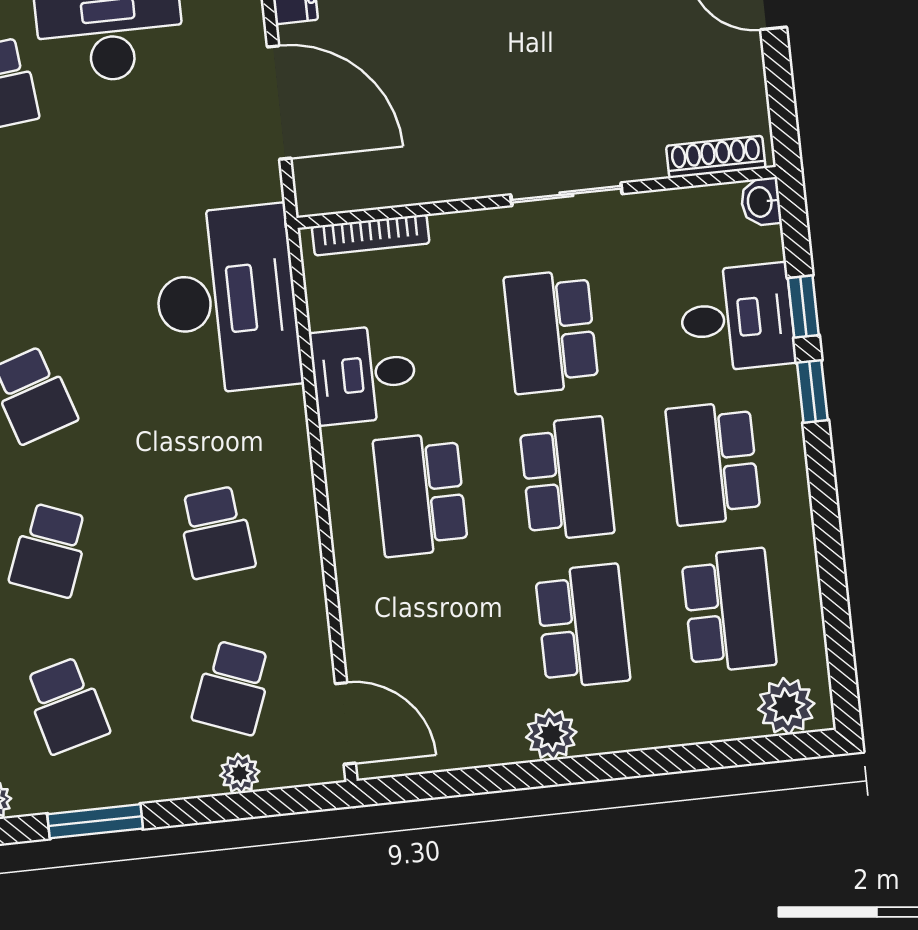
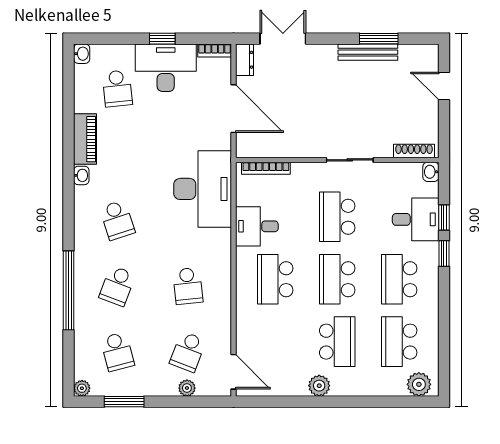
school desk: (567, 479) -> (337, 279), turned 180
school desk: (729, 610) -> (399, 342), turned 180

